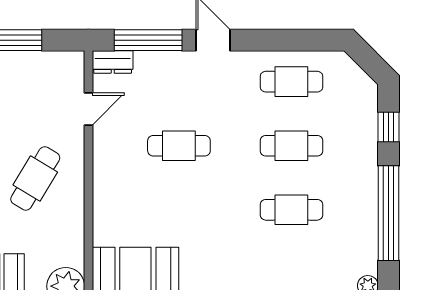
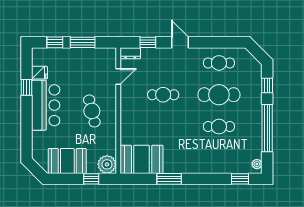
window: (148, 40) -> (148, 42), width x0.46
cafe table: (291, 146) -> (219, 95), width x1.37, depth x1.35
cafe table: (35, 178) -> (92, 111), turned -45

